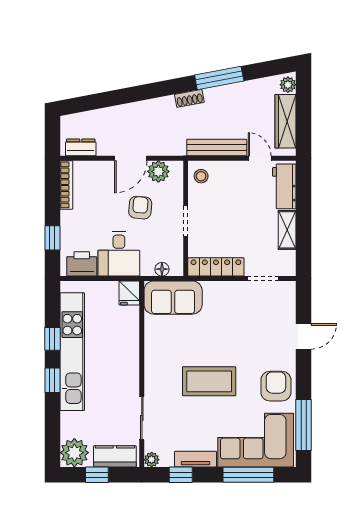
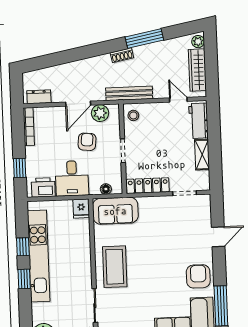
bench: (217, 148) -> (129, 93), moved
coffee table: (209, 381) -> (115, 267), moved, turned 90

